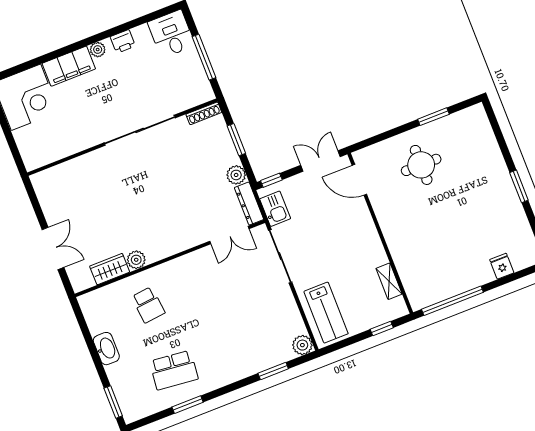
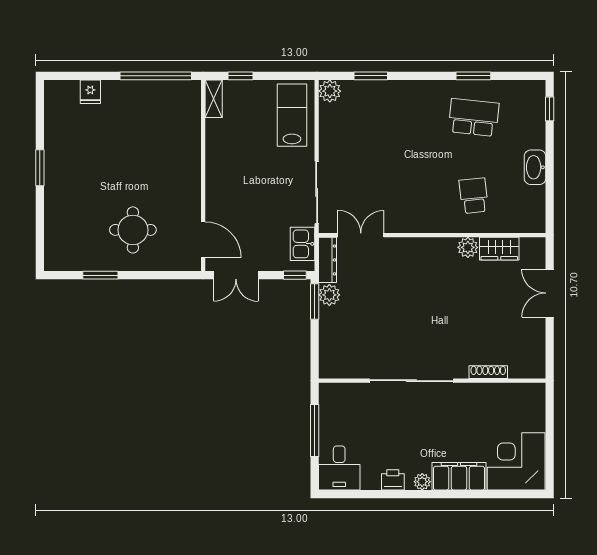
shoe rack: (204, 113) -> (488, 372), moved
window: (236, 140) -> (315, 301), moved
shelving: (389, 281) -> (214, 99), moved
window: (113, 402) -> (550, 109), width x0.67

